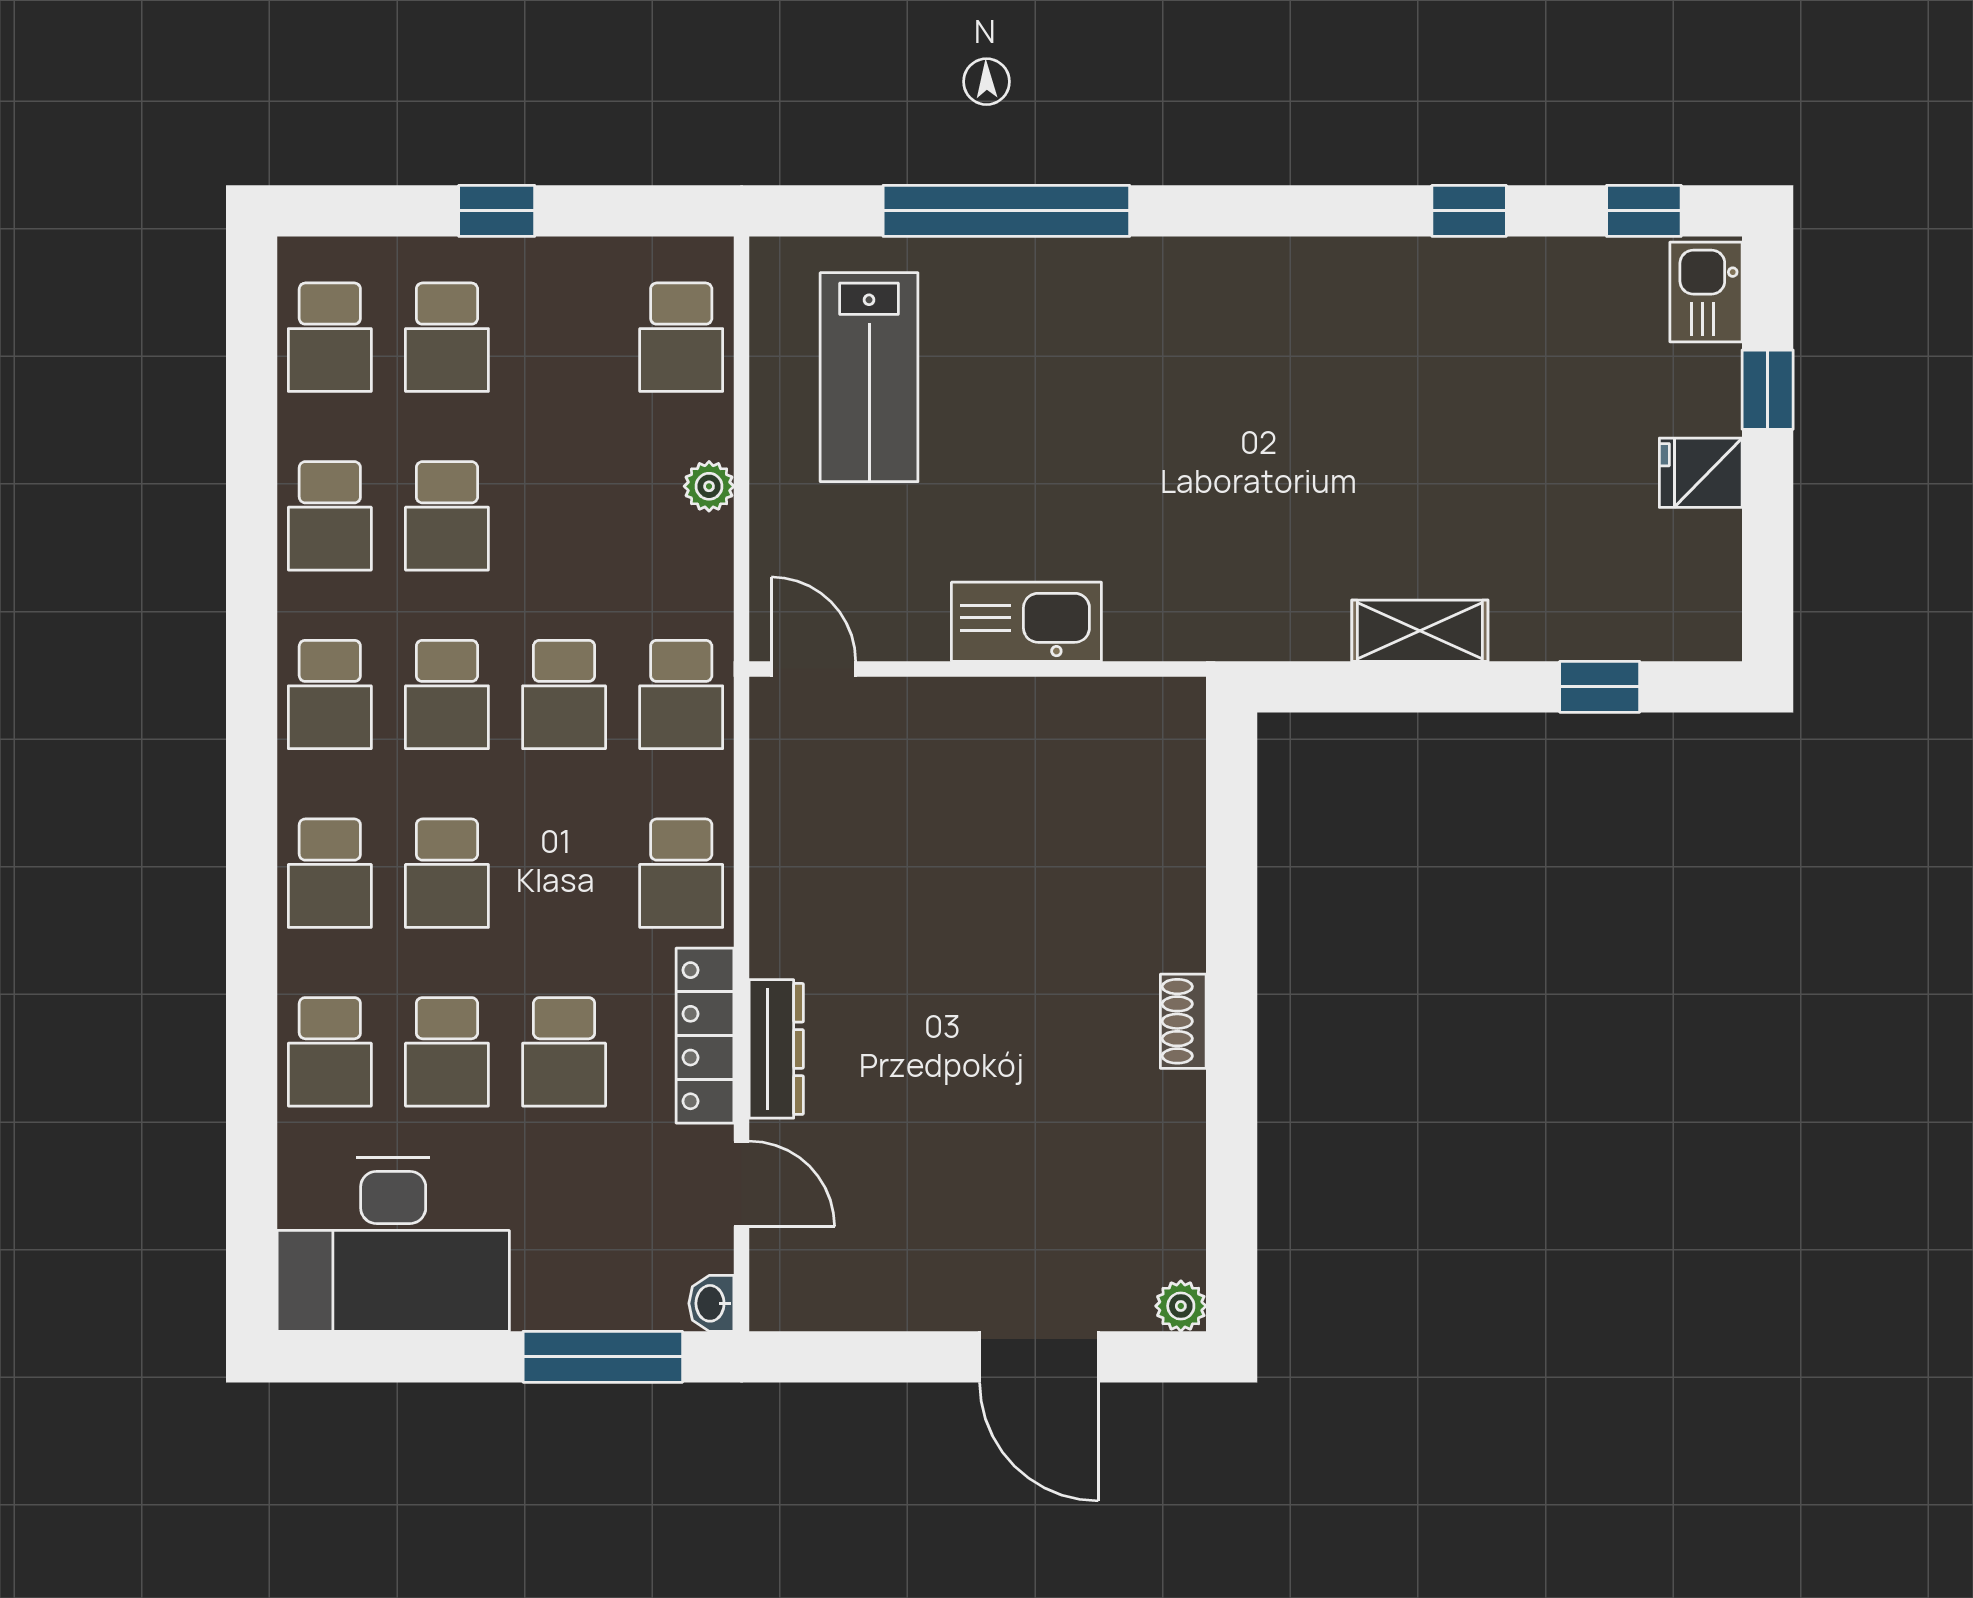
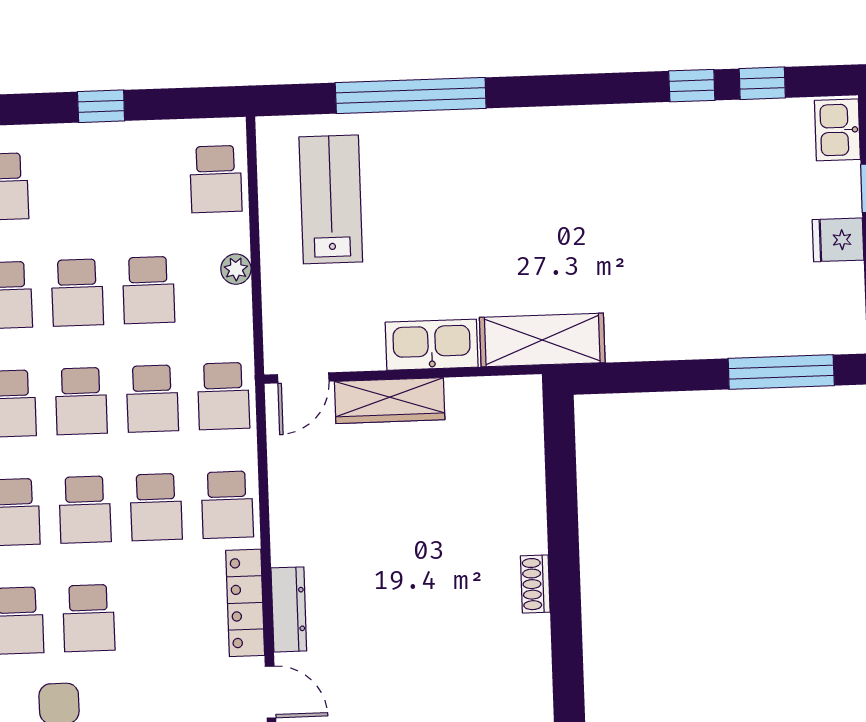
window: (1644, 211) -> (762, 83), moved
school desk: (447, 337) -> (149, 290), moved
lab bench: (869, 377) -> (331, 199), turned 180
shelving: (1420, 631) -> (542, 340), moved, width x1.50, depth x1.33
door: (813, 669) -> (303, 378), swing flipped
window: (1600, 687) -> (781, 372), width x2.17
wardrobe: (954, 711) -> (390, 401), added
school desk: (564, 1052) -> (156, 507), moved

